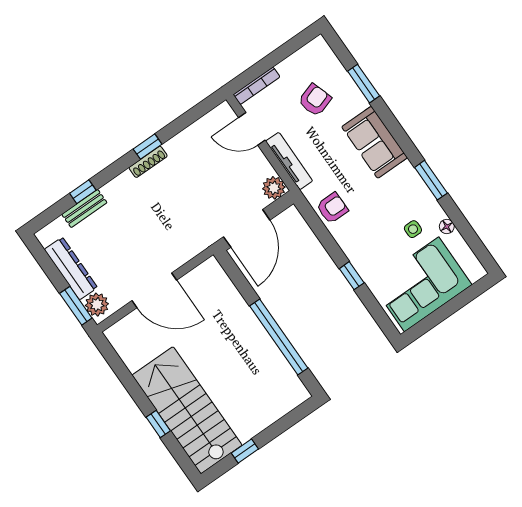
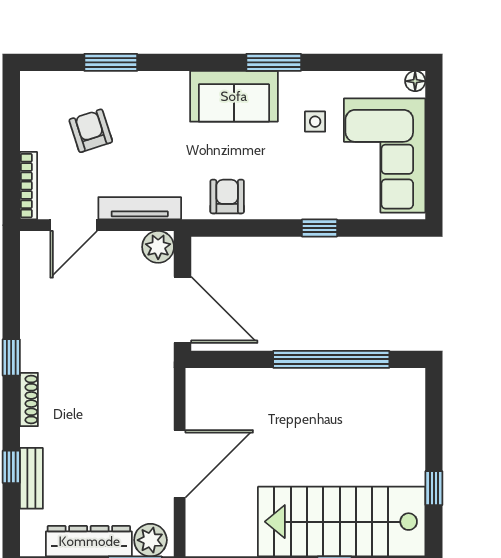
sofa: (375, 142) -> (234, 96), moved
shoe rack: (148, 162) -> (29, 400), moved
floor lamp: (447, 226) -> (415, 81), moved

